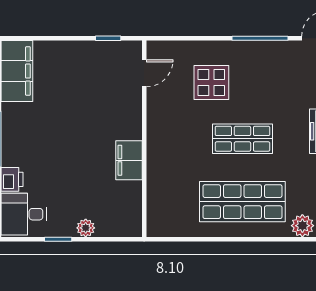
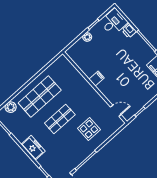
door: (144, 73) -> (116, 111), swing flipped
filing cabinet: (129, 160) -> (97, 78), width x0.50

